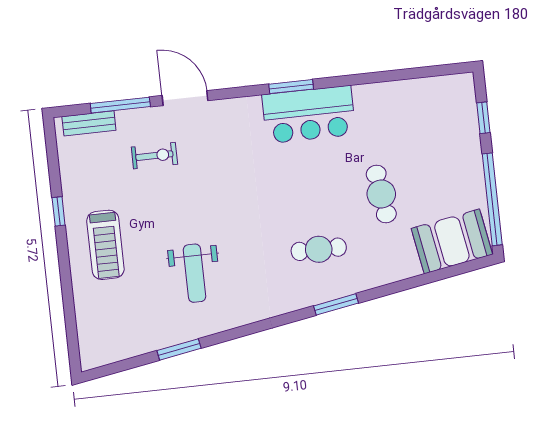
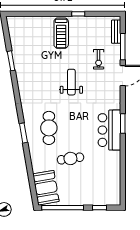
treadmill: (105, 245) -> (61, 33), turned -90
cafe table: (319, 249) -> (49, 128), width x1.37, depth x1.35
weight bench: (195, 273) -> (71, 82), moved, turned 90

